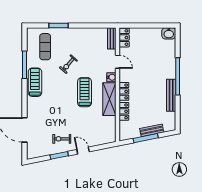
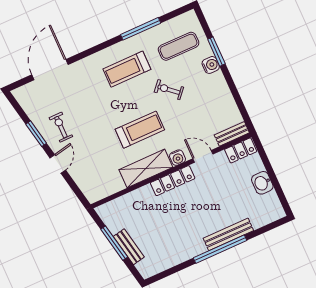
water cooler: (65, 32) -> (211, 65), added
washbasin: (169, 33) -> (262, 183), moved
door: (118, 62) -> (203, 156), swing flipped
treadmill: (35, 82) -> (127, 69), moved, turned 180
locker: (124, 91) -> (173, 181), width x1.53
bench: (171, 95) -> (228, 234), moved
locker: (124, 111) -> (138, 196), removed

